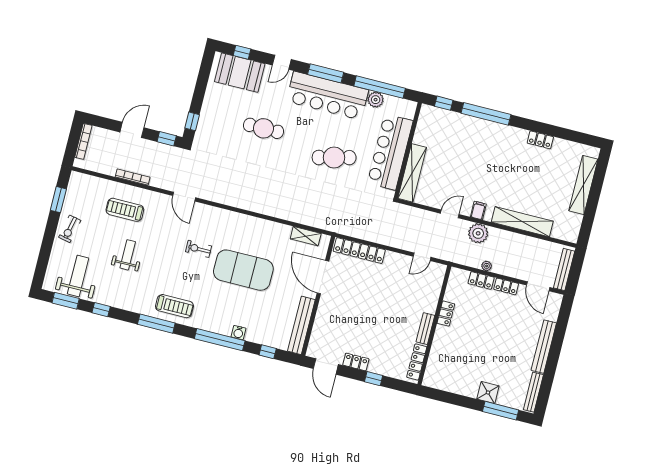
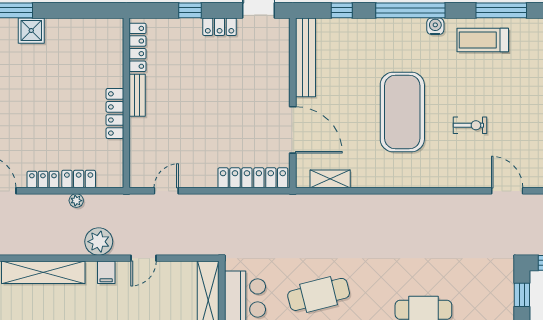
exercise mat: (243, 270) -> (402, 112), turned 90
locker: (446, 314) -> (115, 113), width x1.53
water cooler: (238, 333) -> (435, 26), moved

